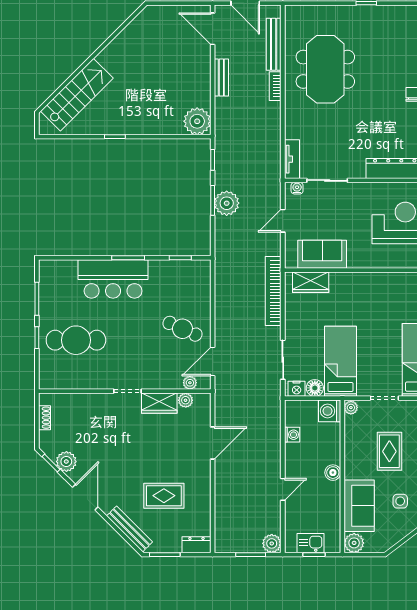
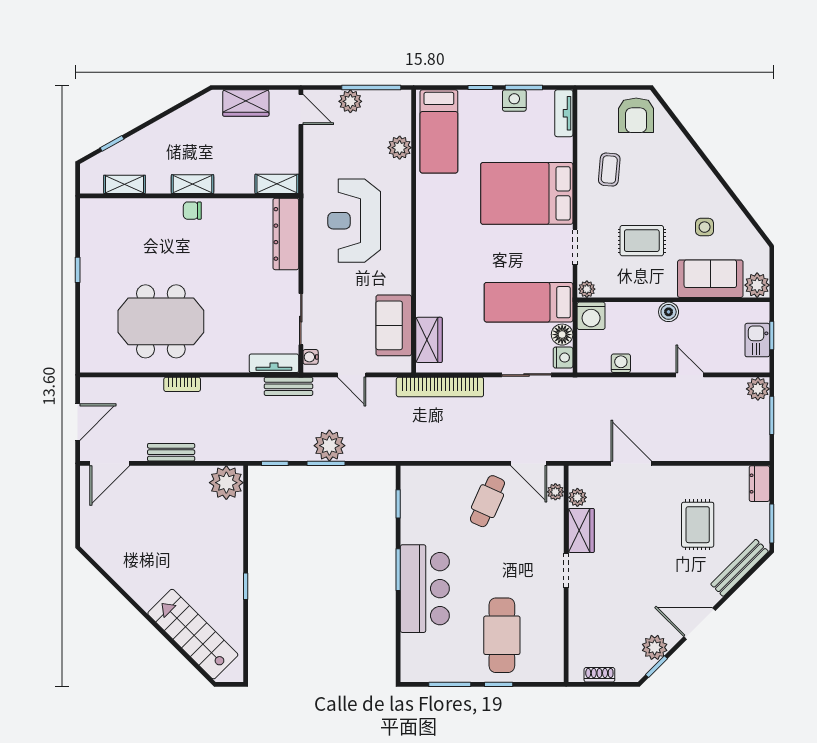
bench: (274, 44) -> (289, 386), moved, width x0.73

